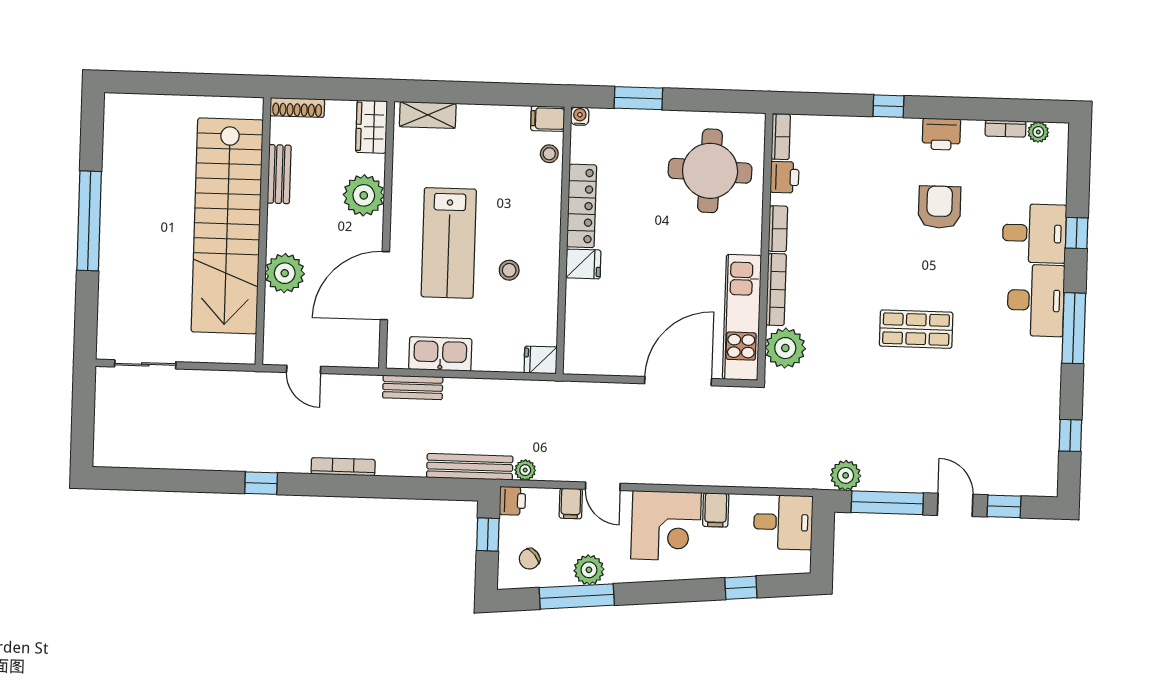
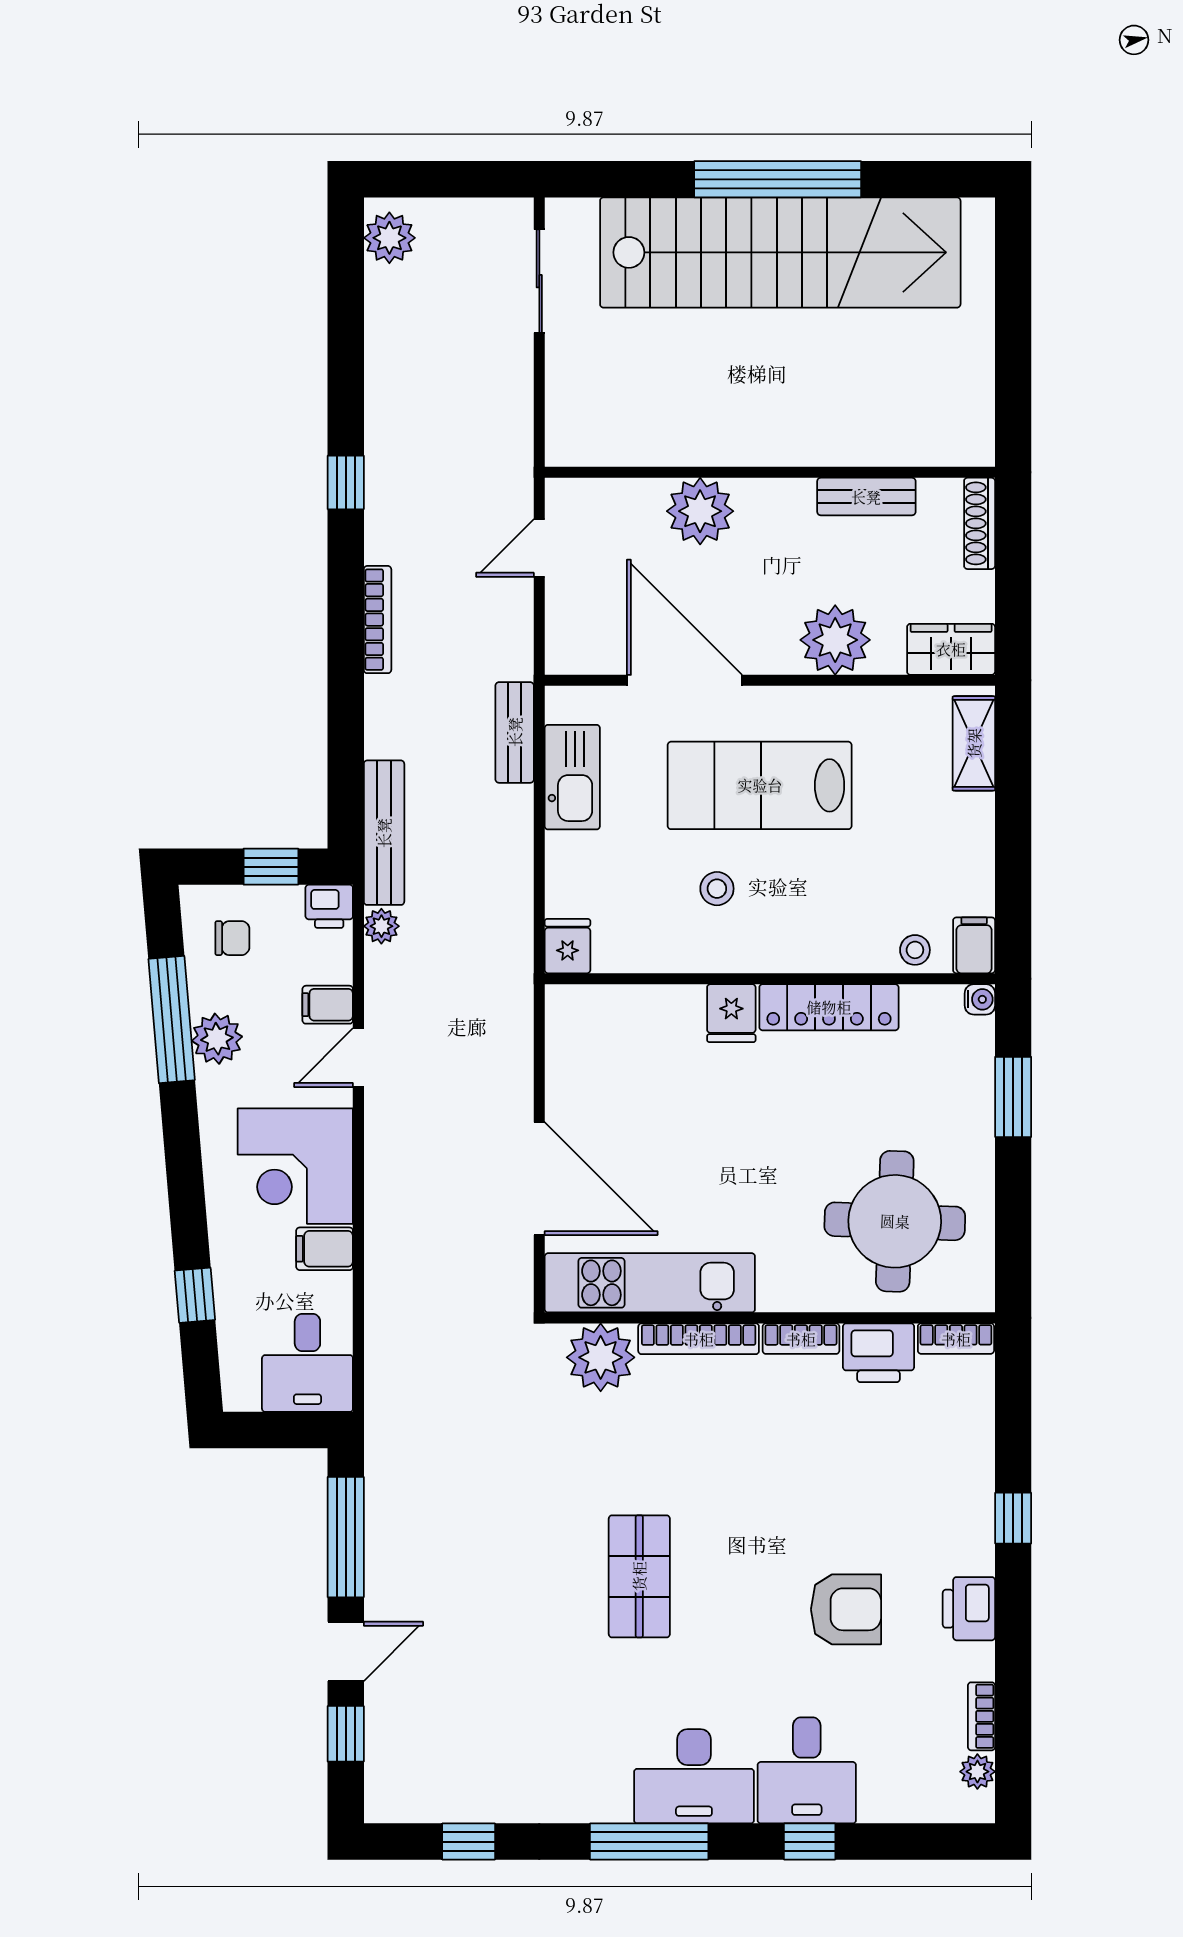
printer: (785, 177) -> (879, 1353), width x1.36, depth x1.24
stairs: (227, 226) -> (780, 252), moved, turned 180
plant: (846, 475) -> (389, 238), moved
chair: (530, 559) -> (232, 938), turned 130

